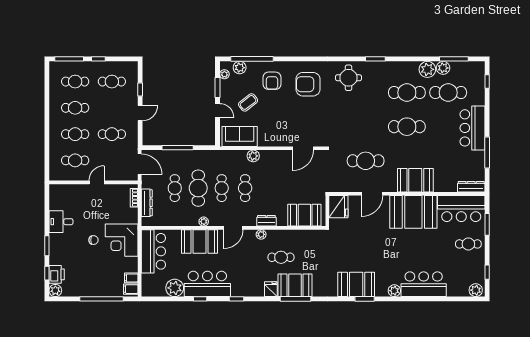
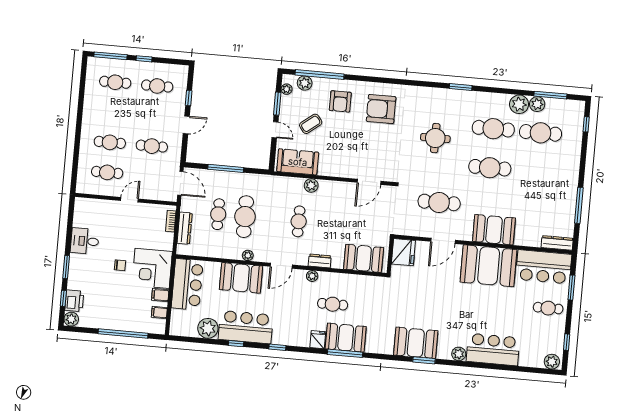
round table: (349, 78) -> (435, 138), moved
cafe table: (75, 108) -> (113, 112), removed
bar counter: (472, 128) -> (565, 176), removed
cafe table: (222, 188) -> (272, 219), removed
filing cabinet: (131, 289) -> (160, 295), moved

